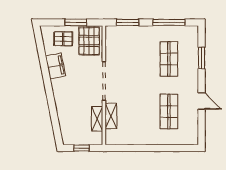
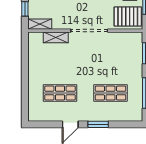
window: (202, 58) -> (98, 124), moved
shelving: (97, 119) -> (40, 24), moved

